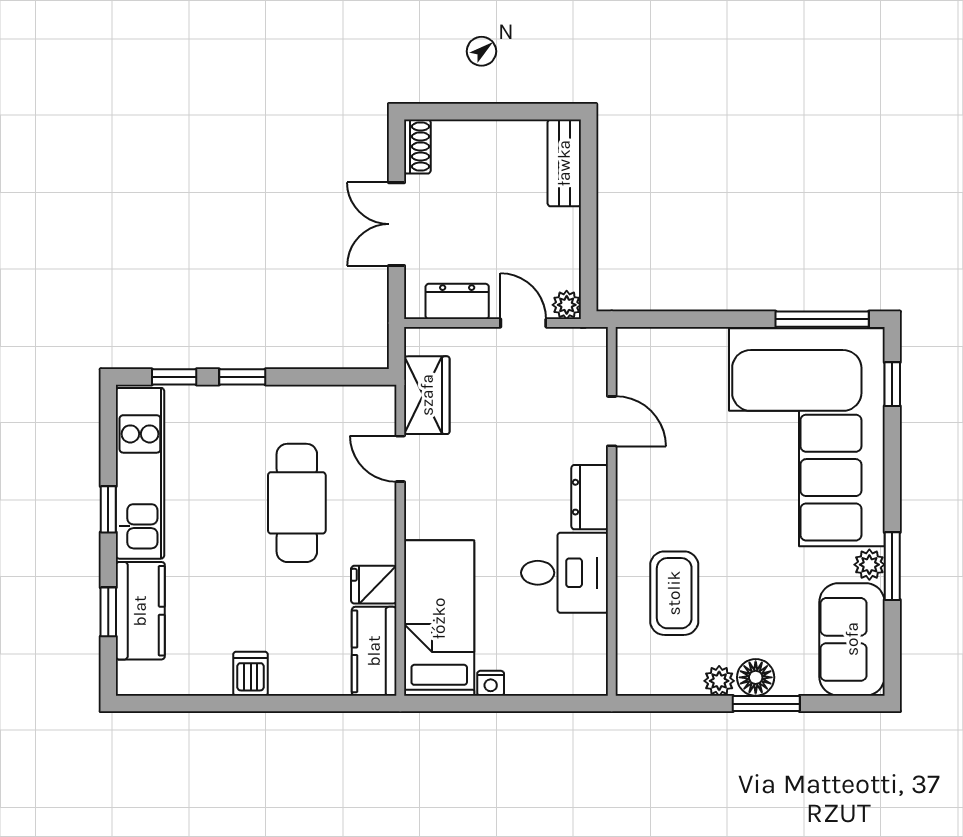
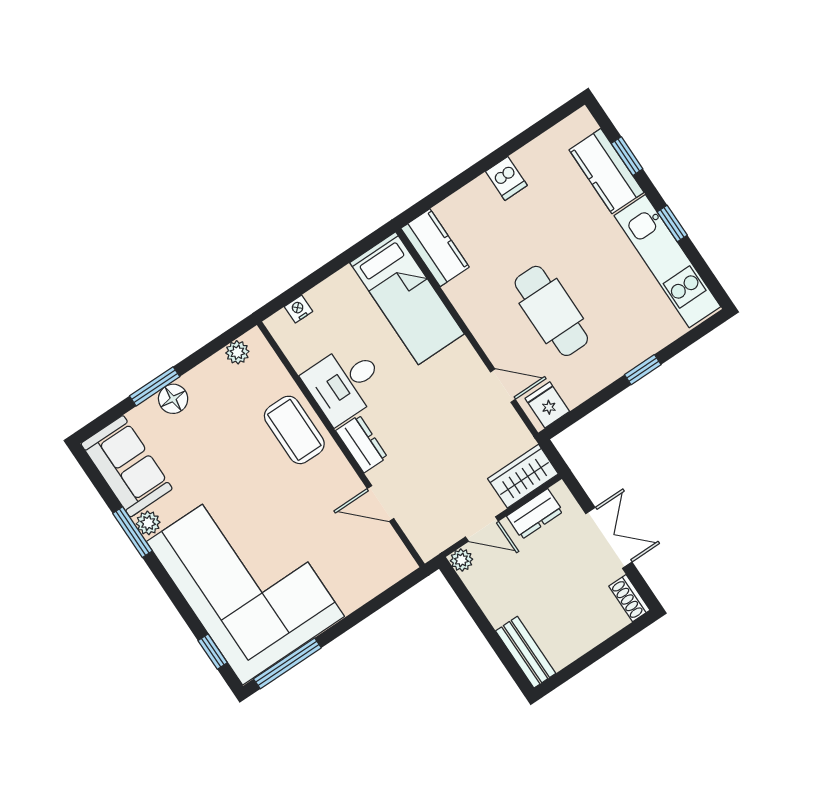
window: (174, 377) -> (687, 340), removed
wardrobe: (427, 395) -> (523, 476), moved, turned 90
fridge: (374, 585) -> (547, 405), moved, turned -90
coffee table: (674, 593) -> (294, 430), moved
plant: (719, 681) -> (237, 352), moved
nightstand: (491, 683) -> (298, 309), moved

